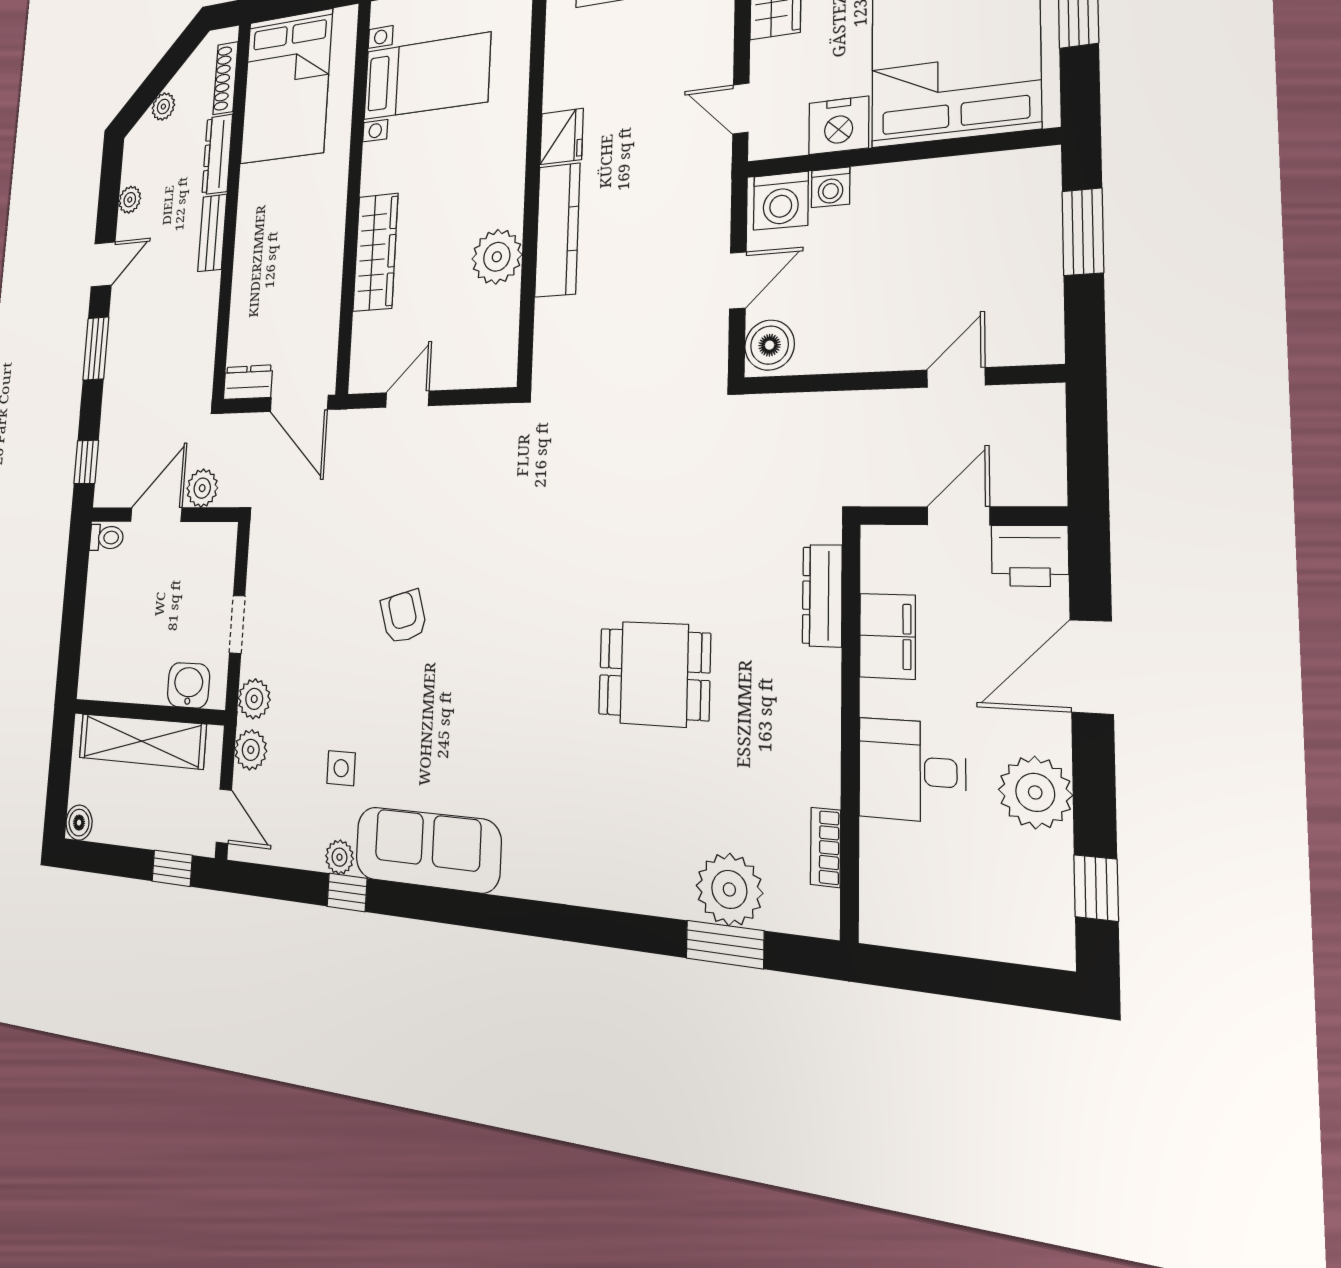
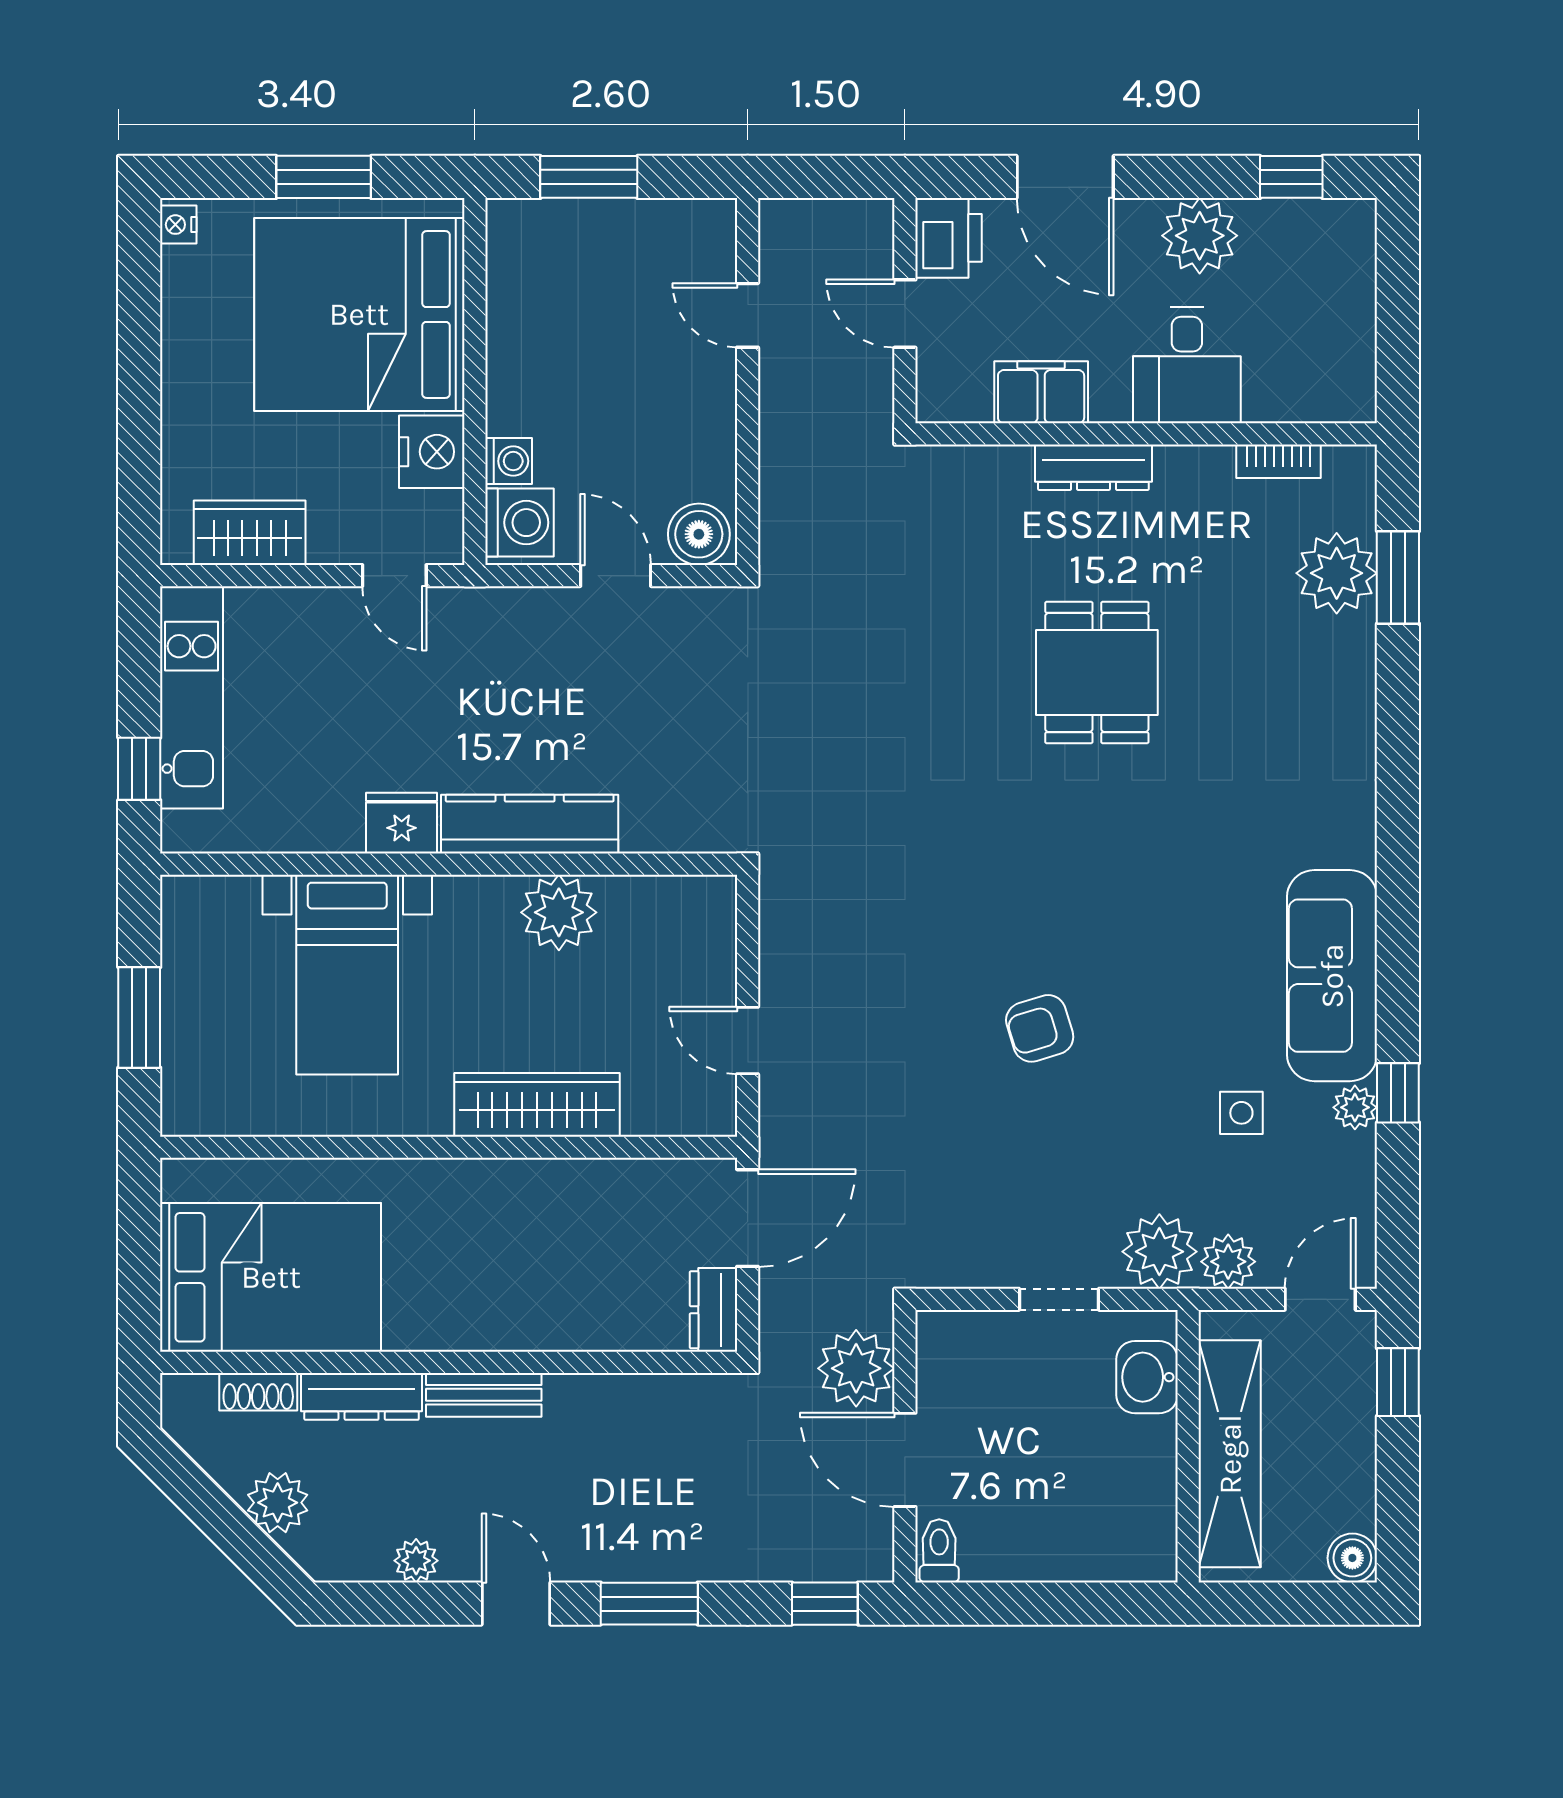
bed with nightstands: (426, 76) -> (347, 975), moved, turned 180
shoe rack: (225, 78) -> (258, 1392), width x0.70
plant: (163, 107) -> (278, 1503), width x1.38, depth x1.38
door: (741, 108) -> (394, 576), hinge flipped
plant: (202, 488) -> (856, 1368), width x1.36, depth x1.36
dresser: (822, 596) -> (1093, 467), moved
plant: (254, 699) -> (1159, 1252), width x1.36, depth x1.36

